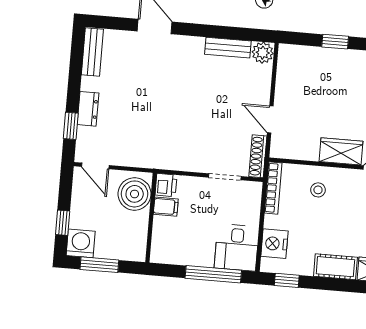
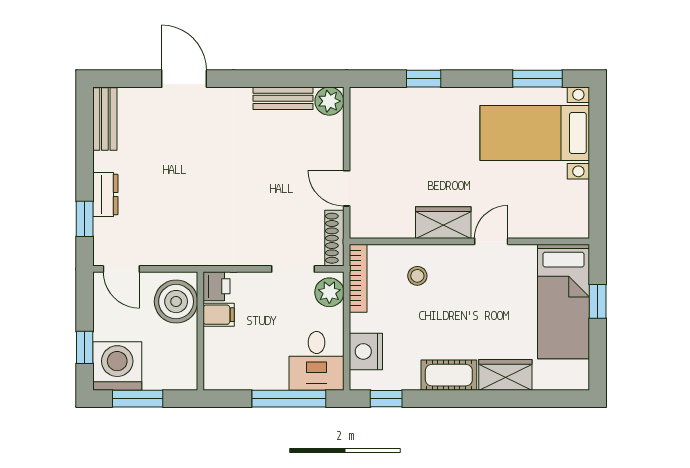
plant: (251, 197) -> (329, 292), added
washing machine: (81, 243) -> (117, 366), width x1.37, depth x1.37

